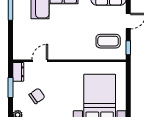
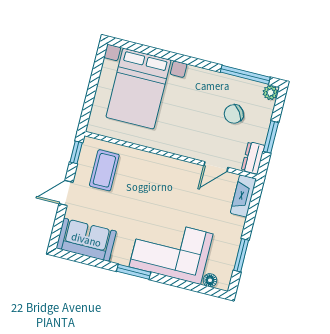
coffee table: (108, 41) -> (104, 170), turned 90
fireplace: (18, 47) -> (243, 196), added

